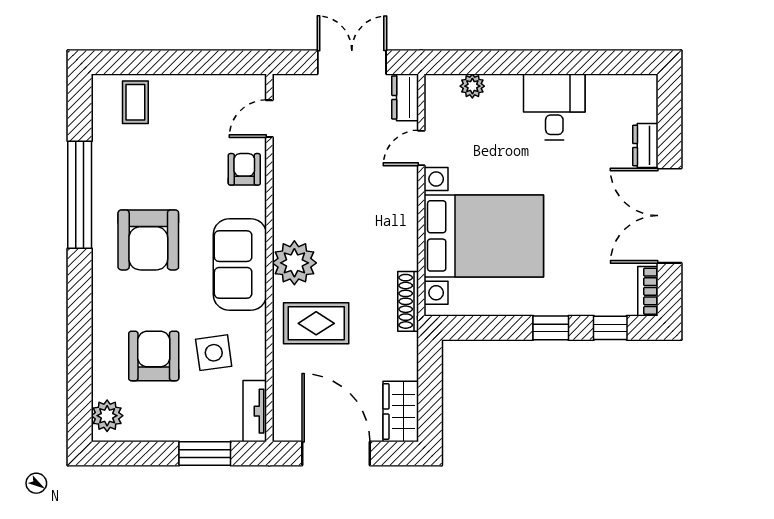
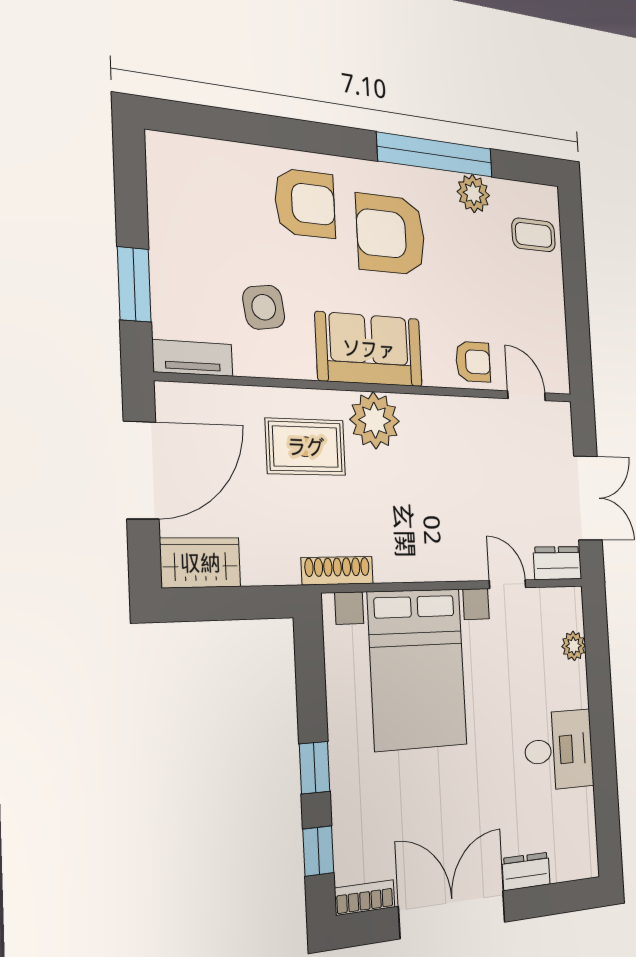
rug: (316, 323) -> (306, 447), turned 90
armchair: (154, 356) -> (305, 203), moved
plant: (107, 416) -> (473, 194), moved

